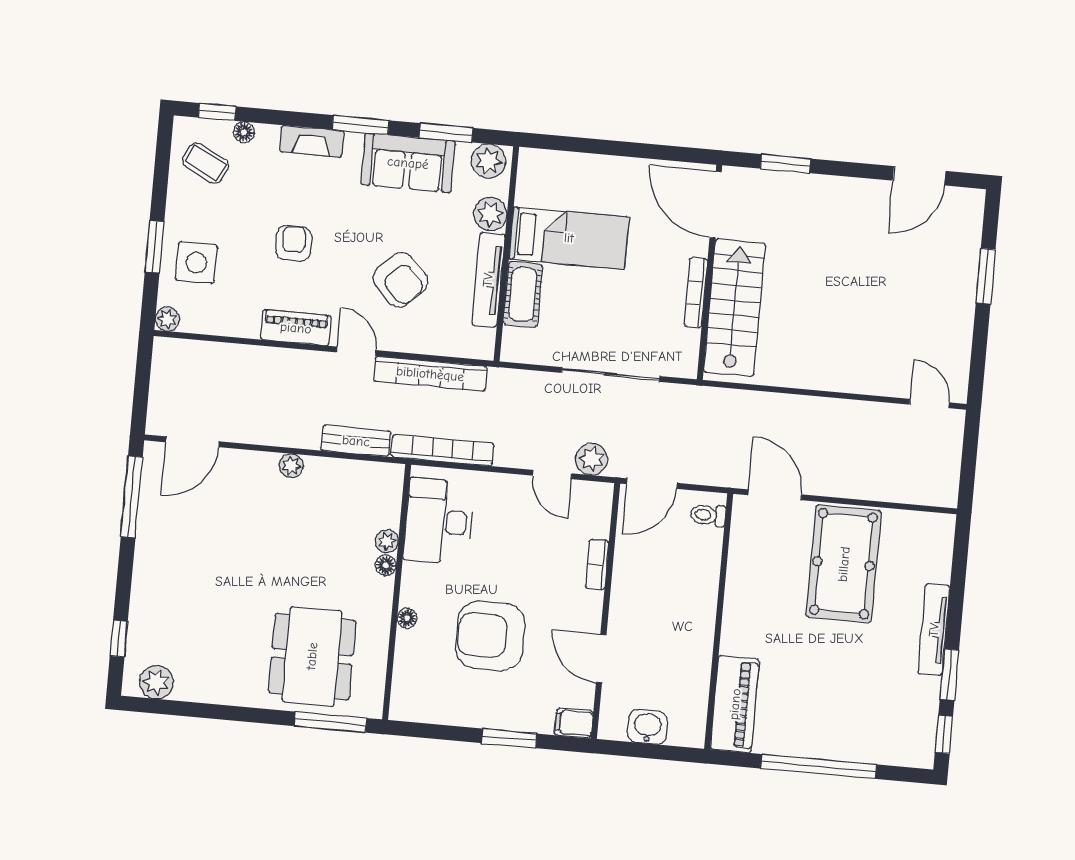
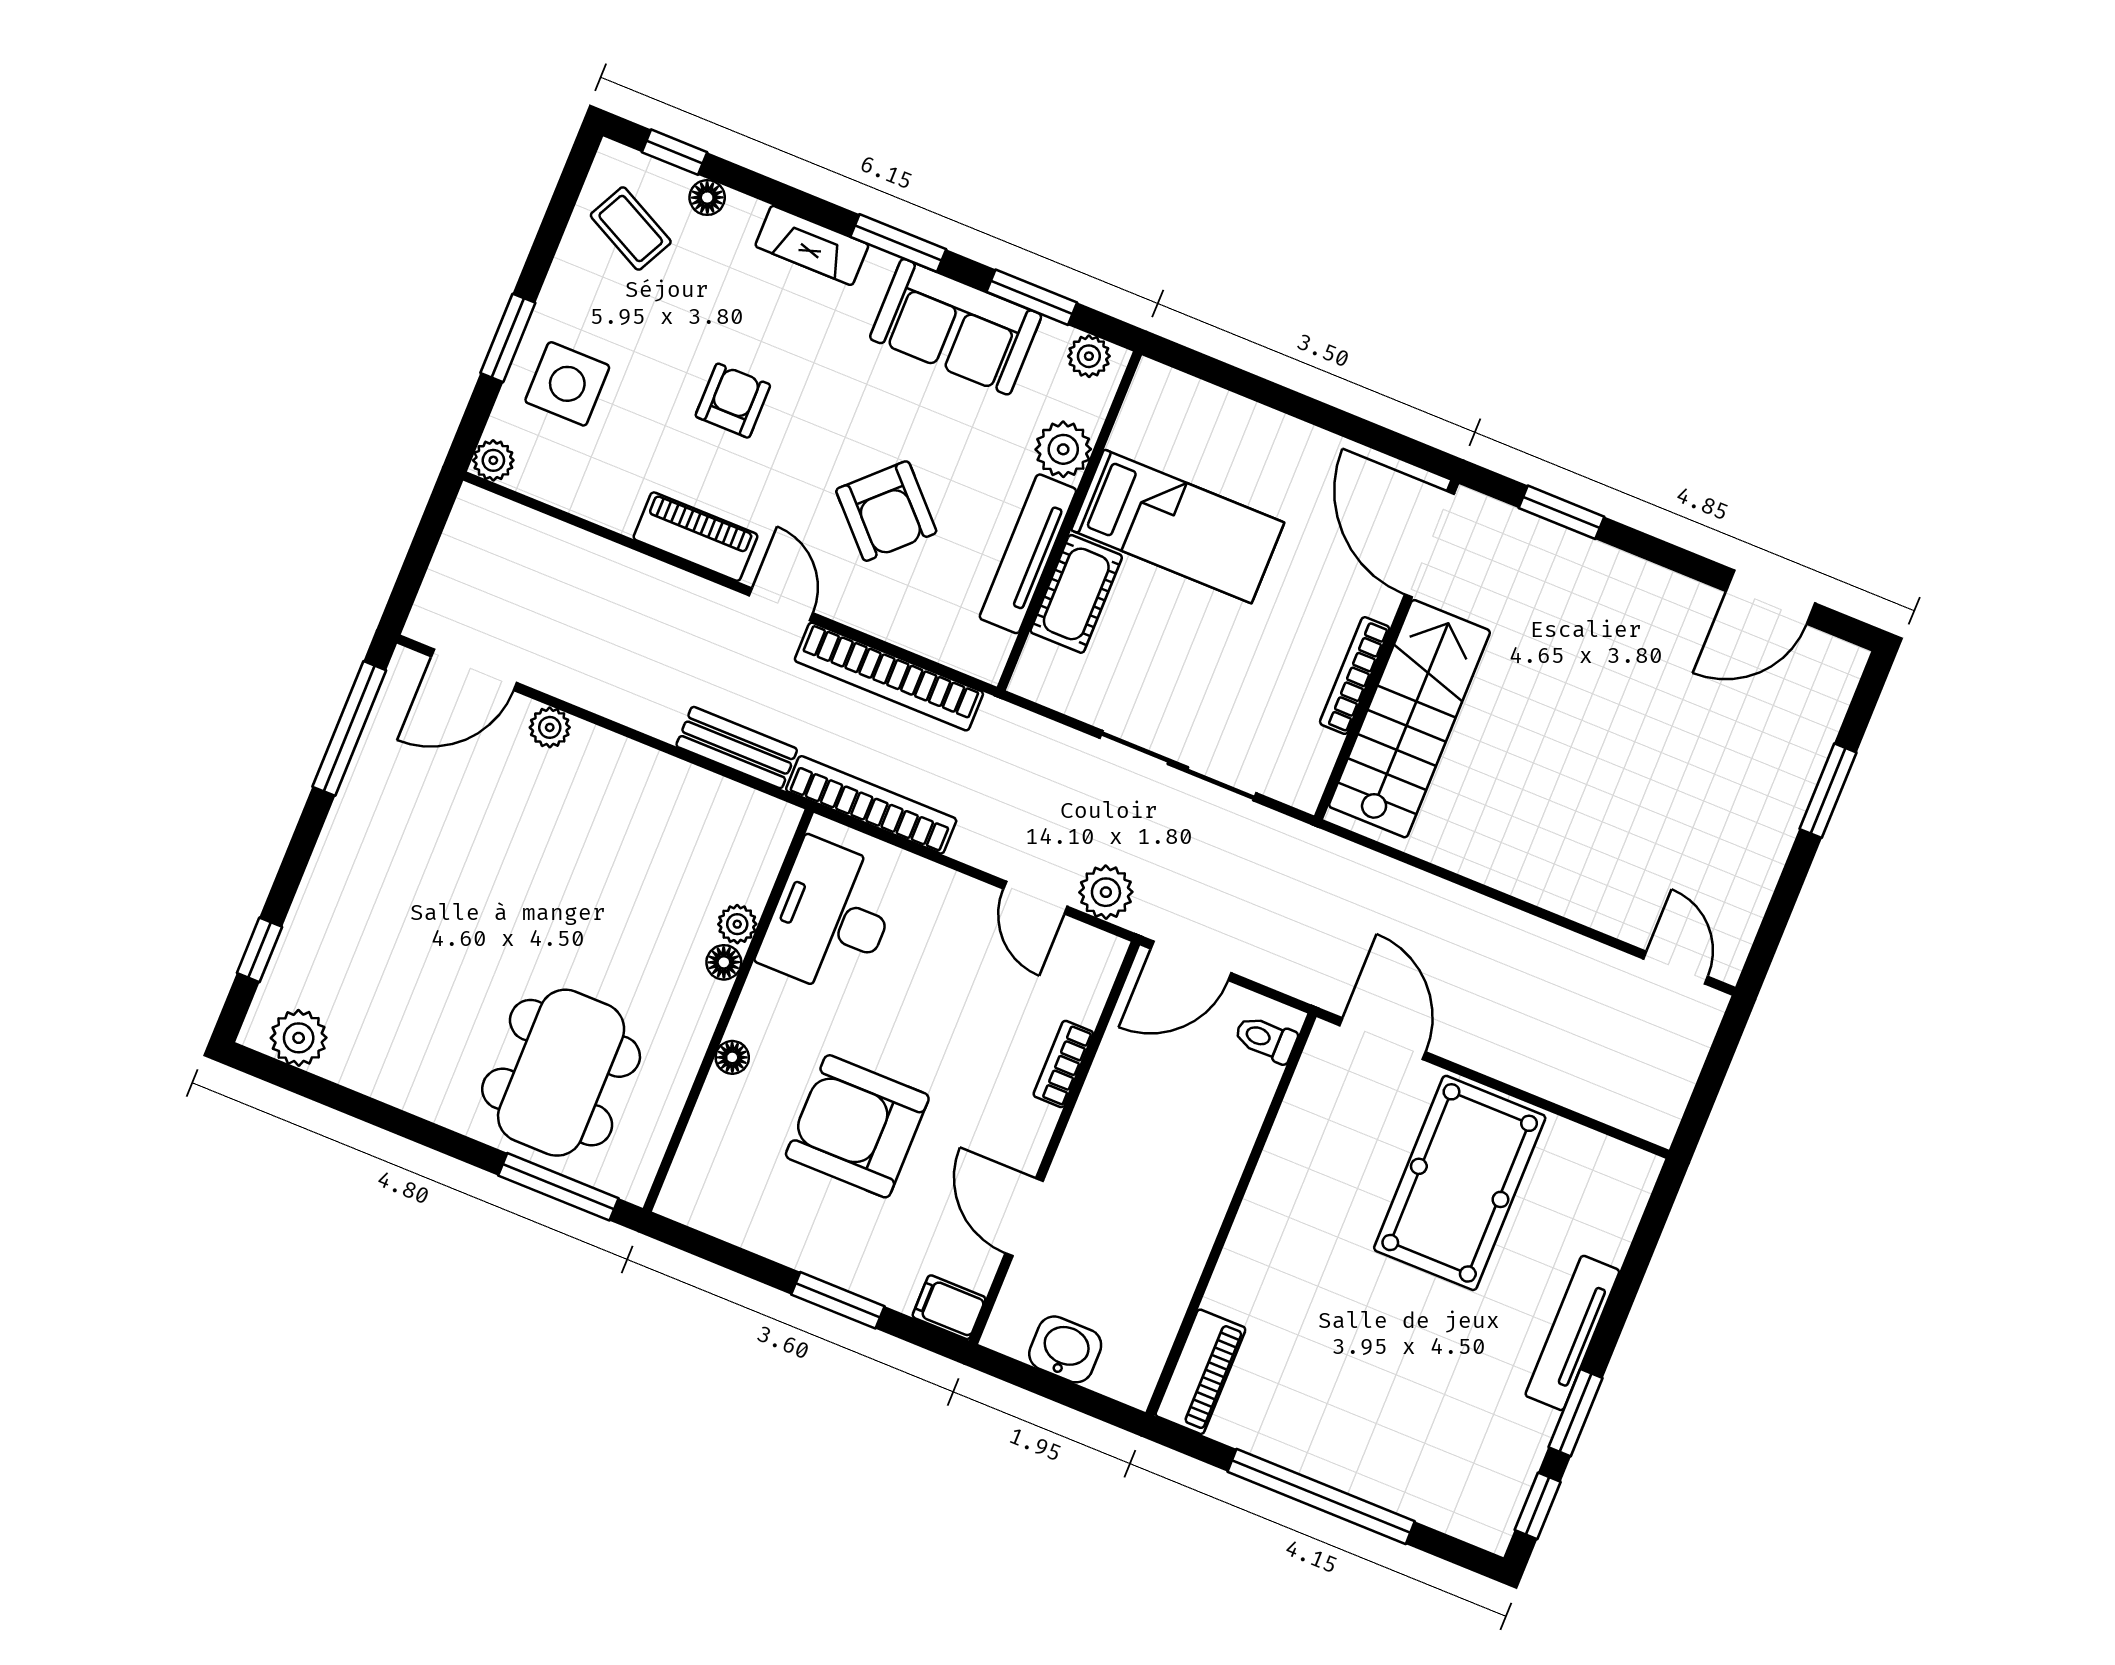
plant: (488, 161) -> (1089, 356), width x0.73, depth x0.73
plant: (291, 466) -> (550, 727), moved
piano: (735, 704) -> (1200, 1372), width x0.73, depth x0.75

